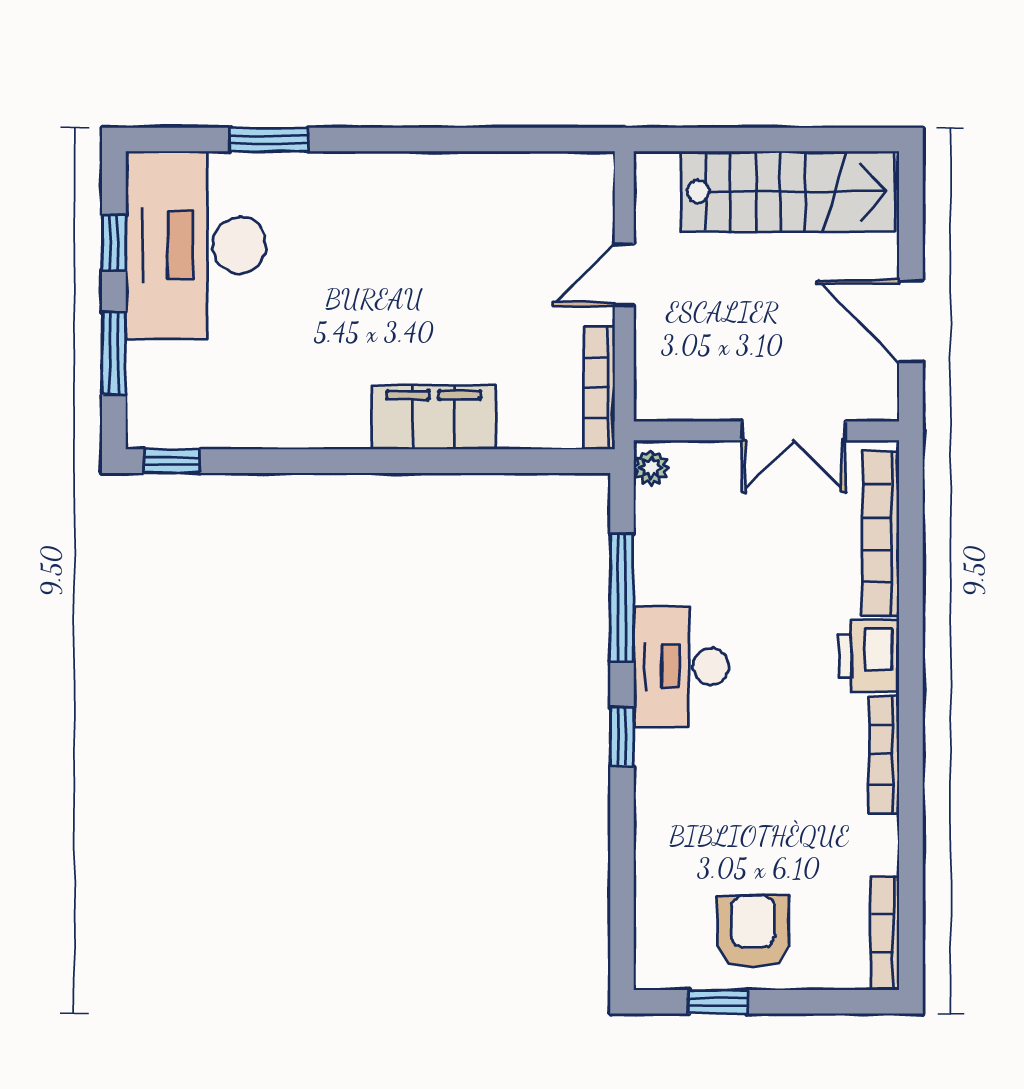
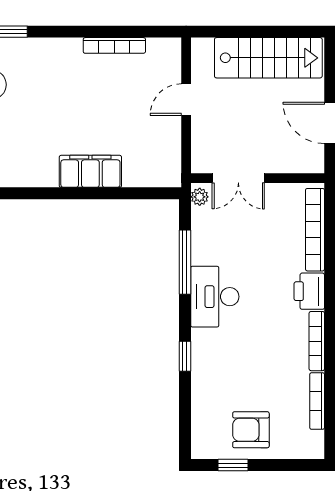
bookcase: (599, 388) -> (114, 45), moved, turned -90
double door: (794, 431) -> (238, 178), moved
window: (622, 737) -> (185, 356), moved
armchair: (753, 932) -> (251, 430), turned -90
bookcase: (885, 934) -> (317, 401), moved

